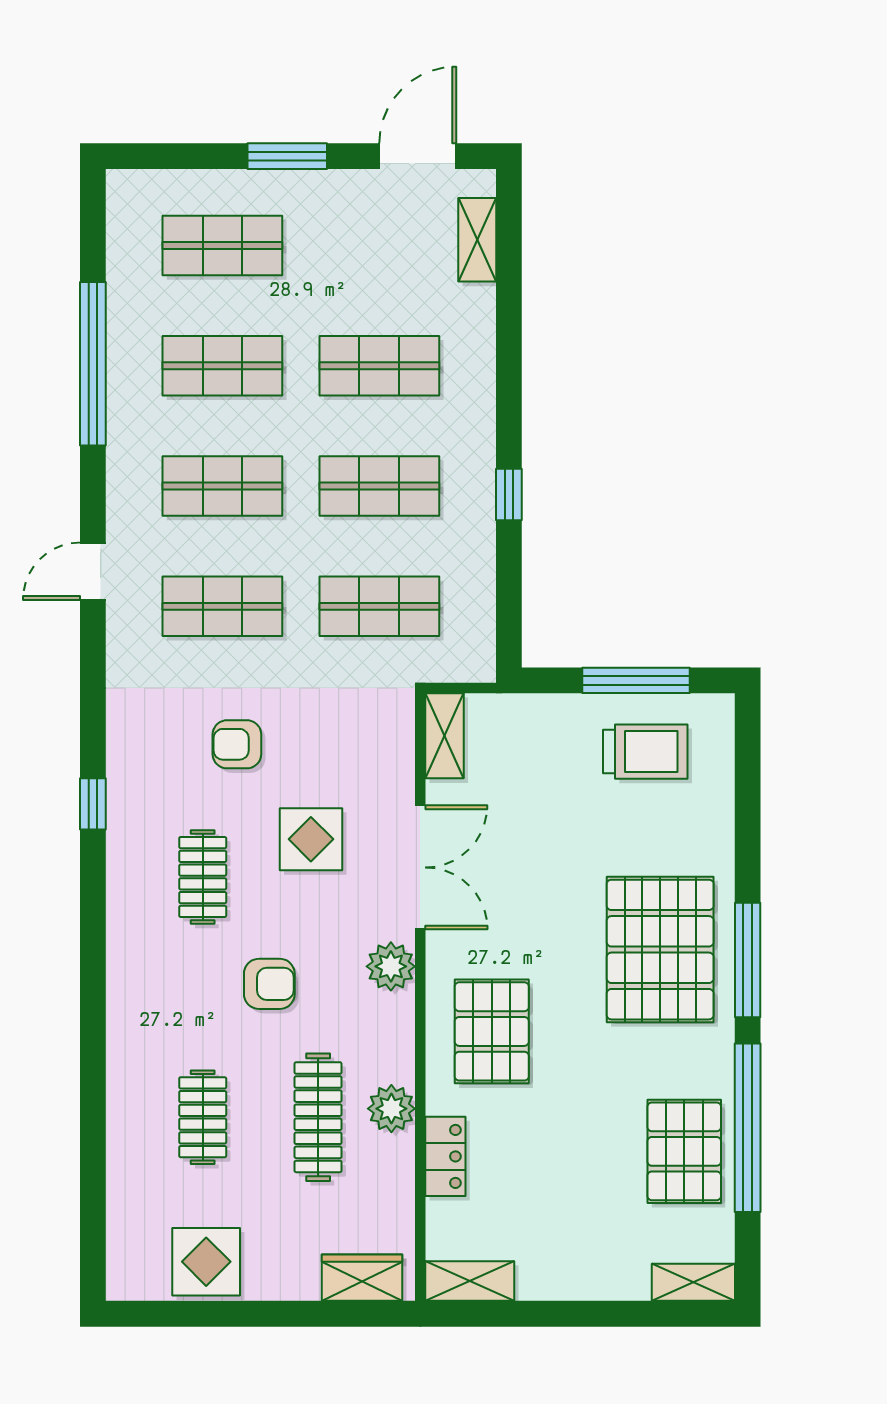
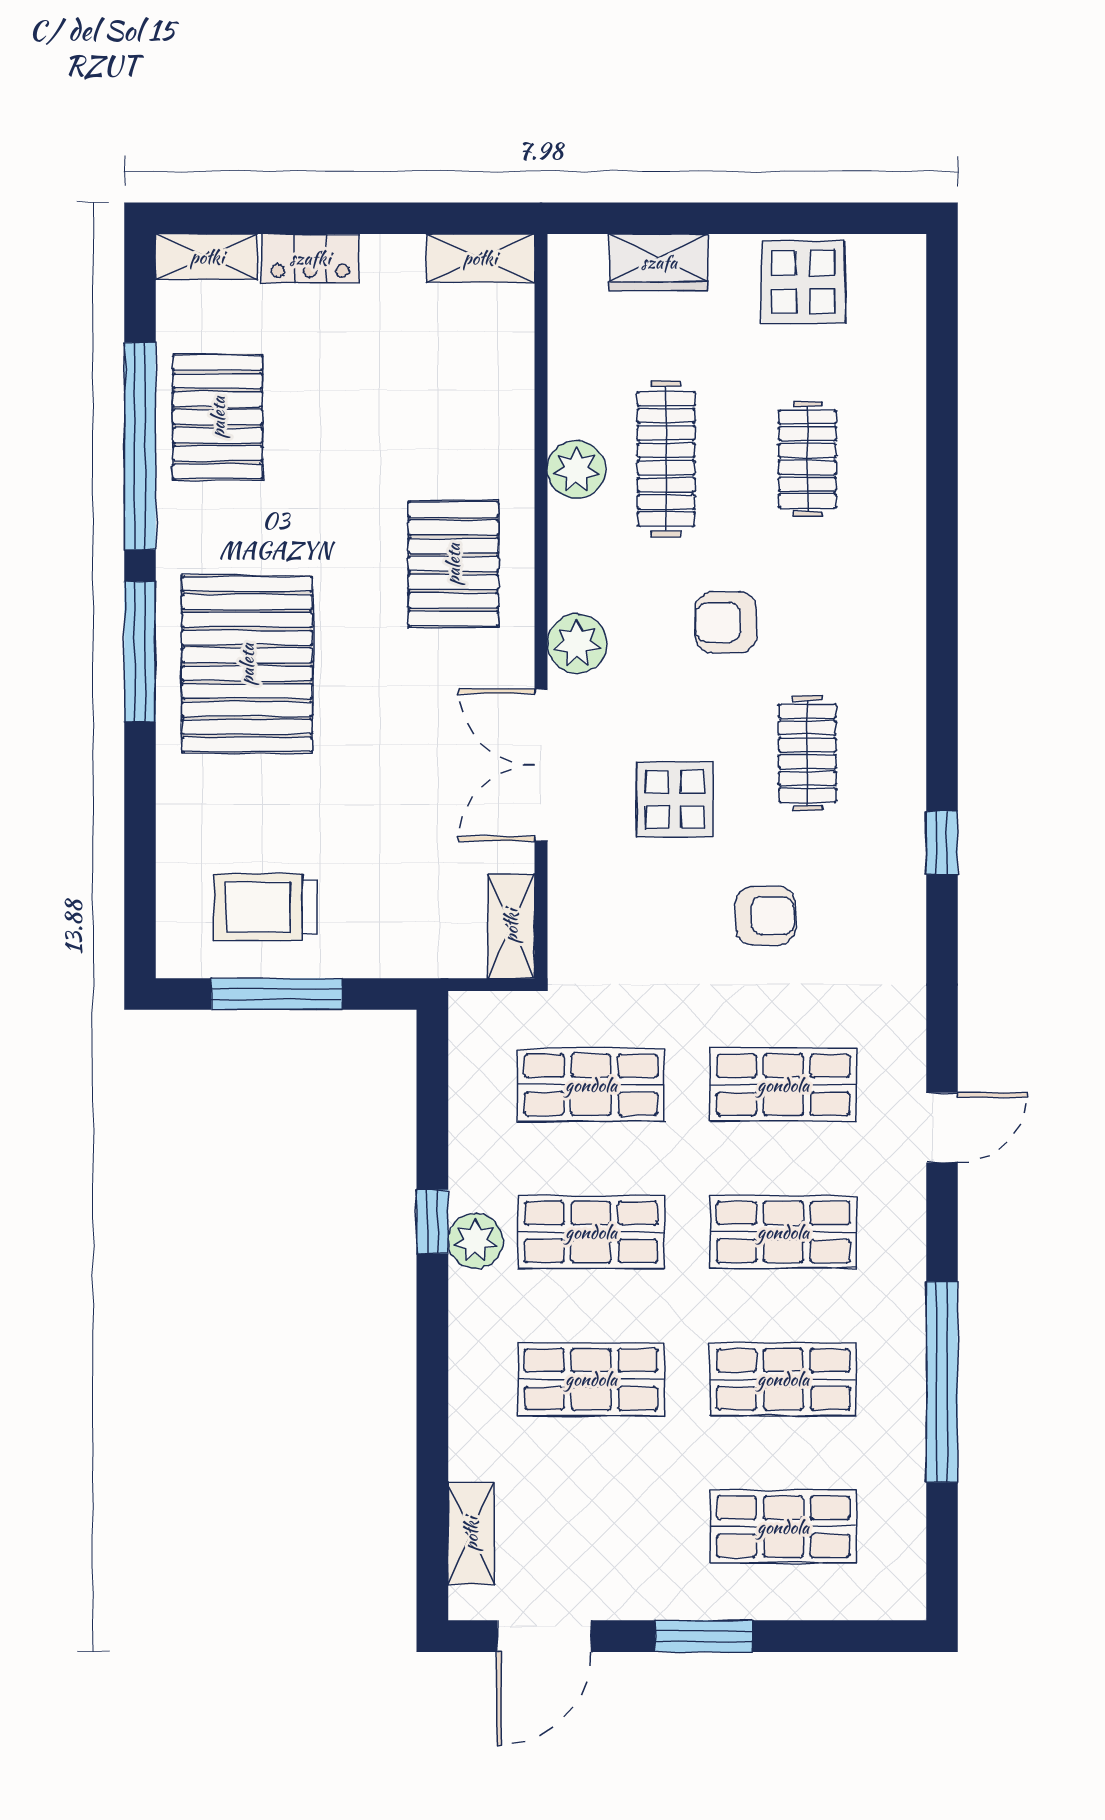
plant: (474, 479) -> (475, 1241), added
locker: (445, 1156) -> (310, 258), moved, turned -90
wardrobe: (362, 1278) -> (659, 262), moved

